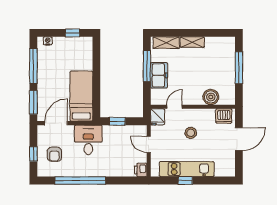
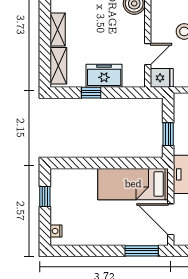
window: (33, 66) -> (91, 251), removed
window: (147, 66) -> (91, 93), width x0.46
door: (175, 107) -> (148, 54), swing flipped

